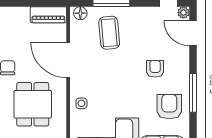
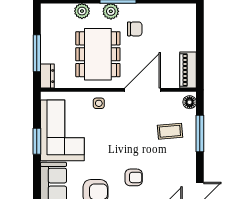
coffee table: (109, 33) -> (170, 131), width x0.73, depth x0.77
dining table: (33, 104) -> (98, 54), width x1.38

